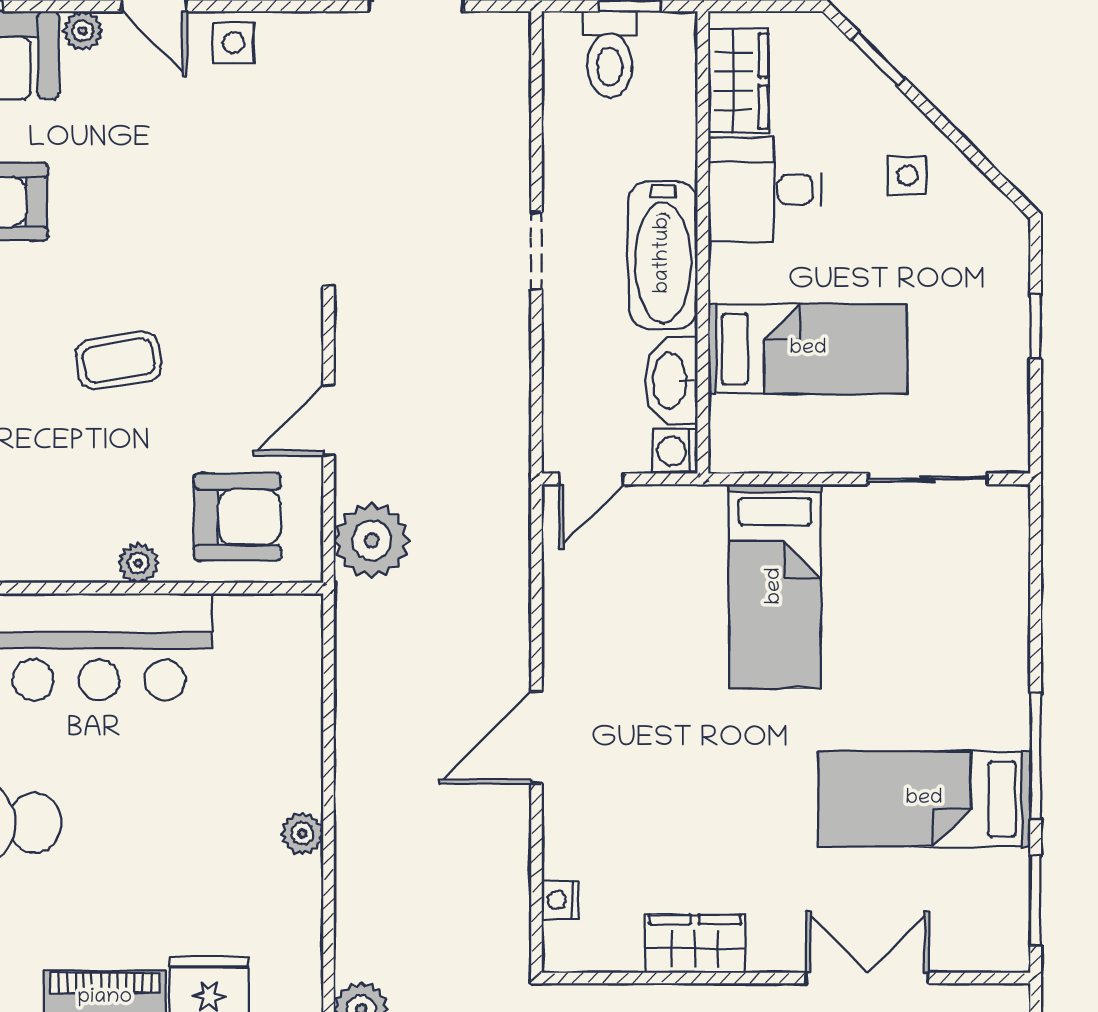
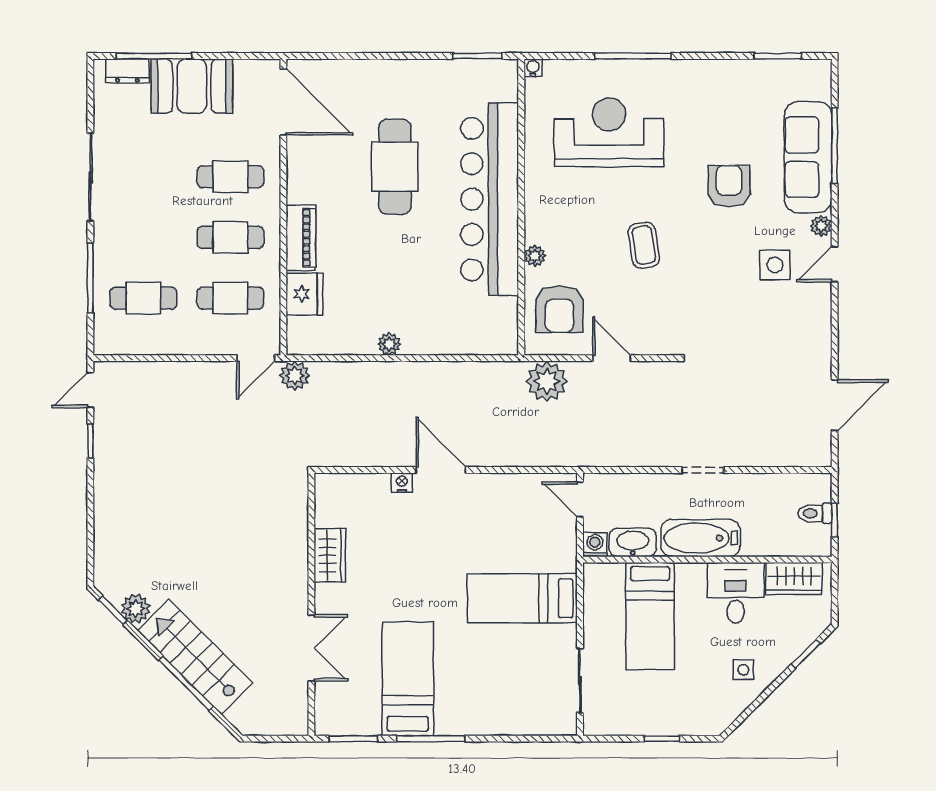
side table: (233, 43) -> (775, 265), moved, width x1.37, depth x1.37
toilet: (610, 54) -> (815, 513), width x0.73, depth x0.72
nightstand: (560, 900) -> (402, 483), moved

